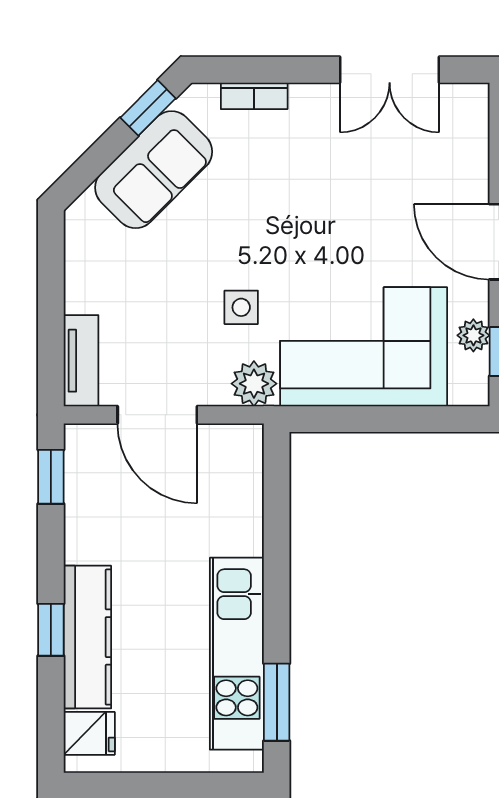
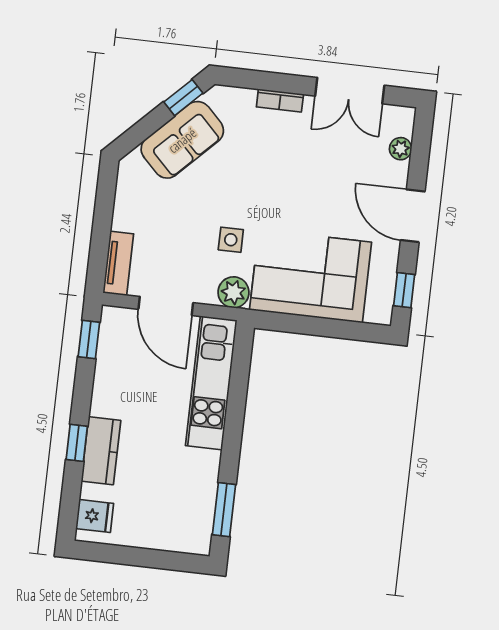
bookcase: (254, 96) -> (280, 100), moved
plant: (473, 335) -> (401, 149), moved
kitchen counter: (87, 637) -> (101, 451), width x0.67
kitchen unit: (237, 654) -> (211, 383), moved

